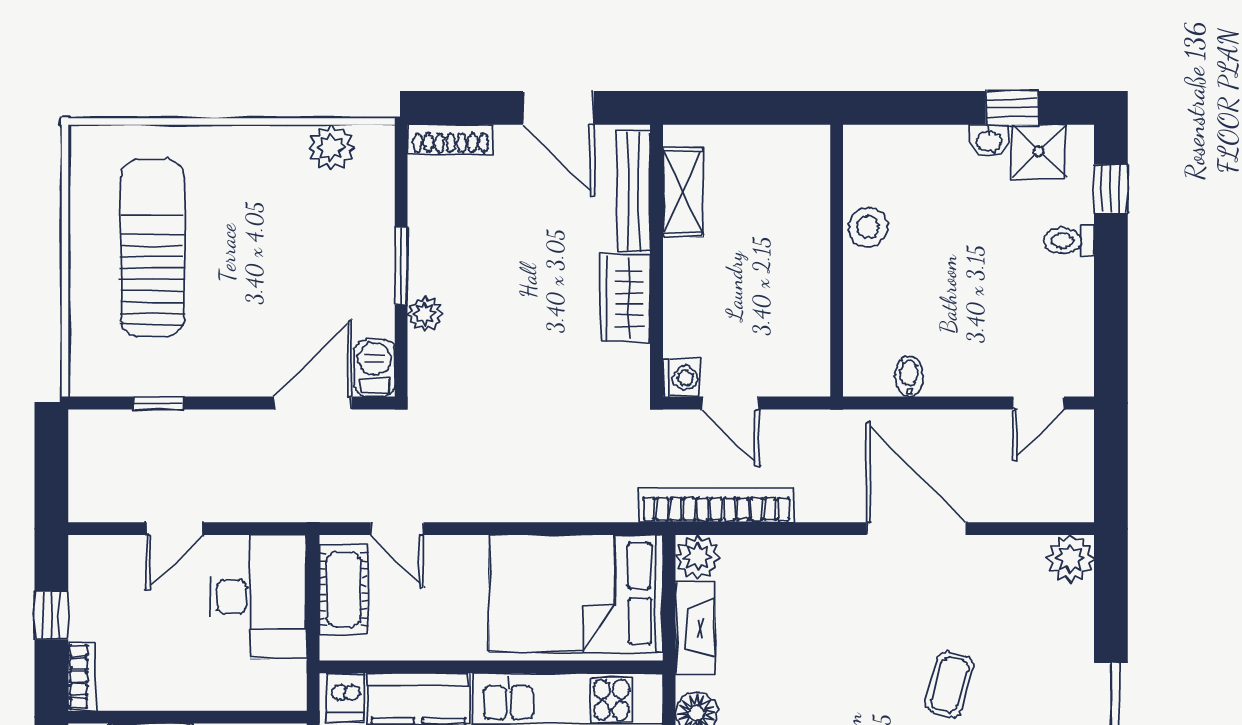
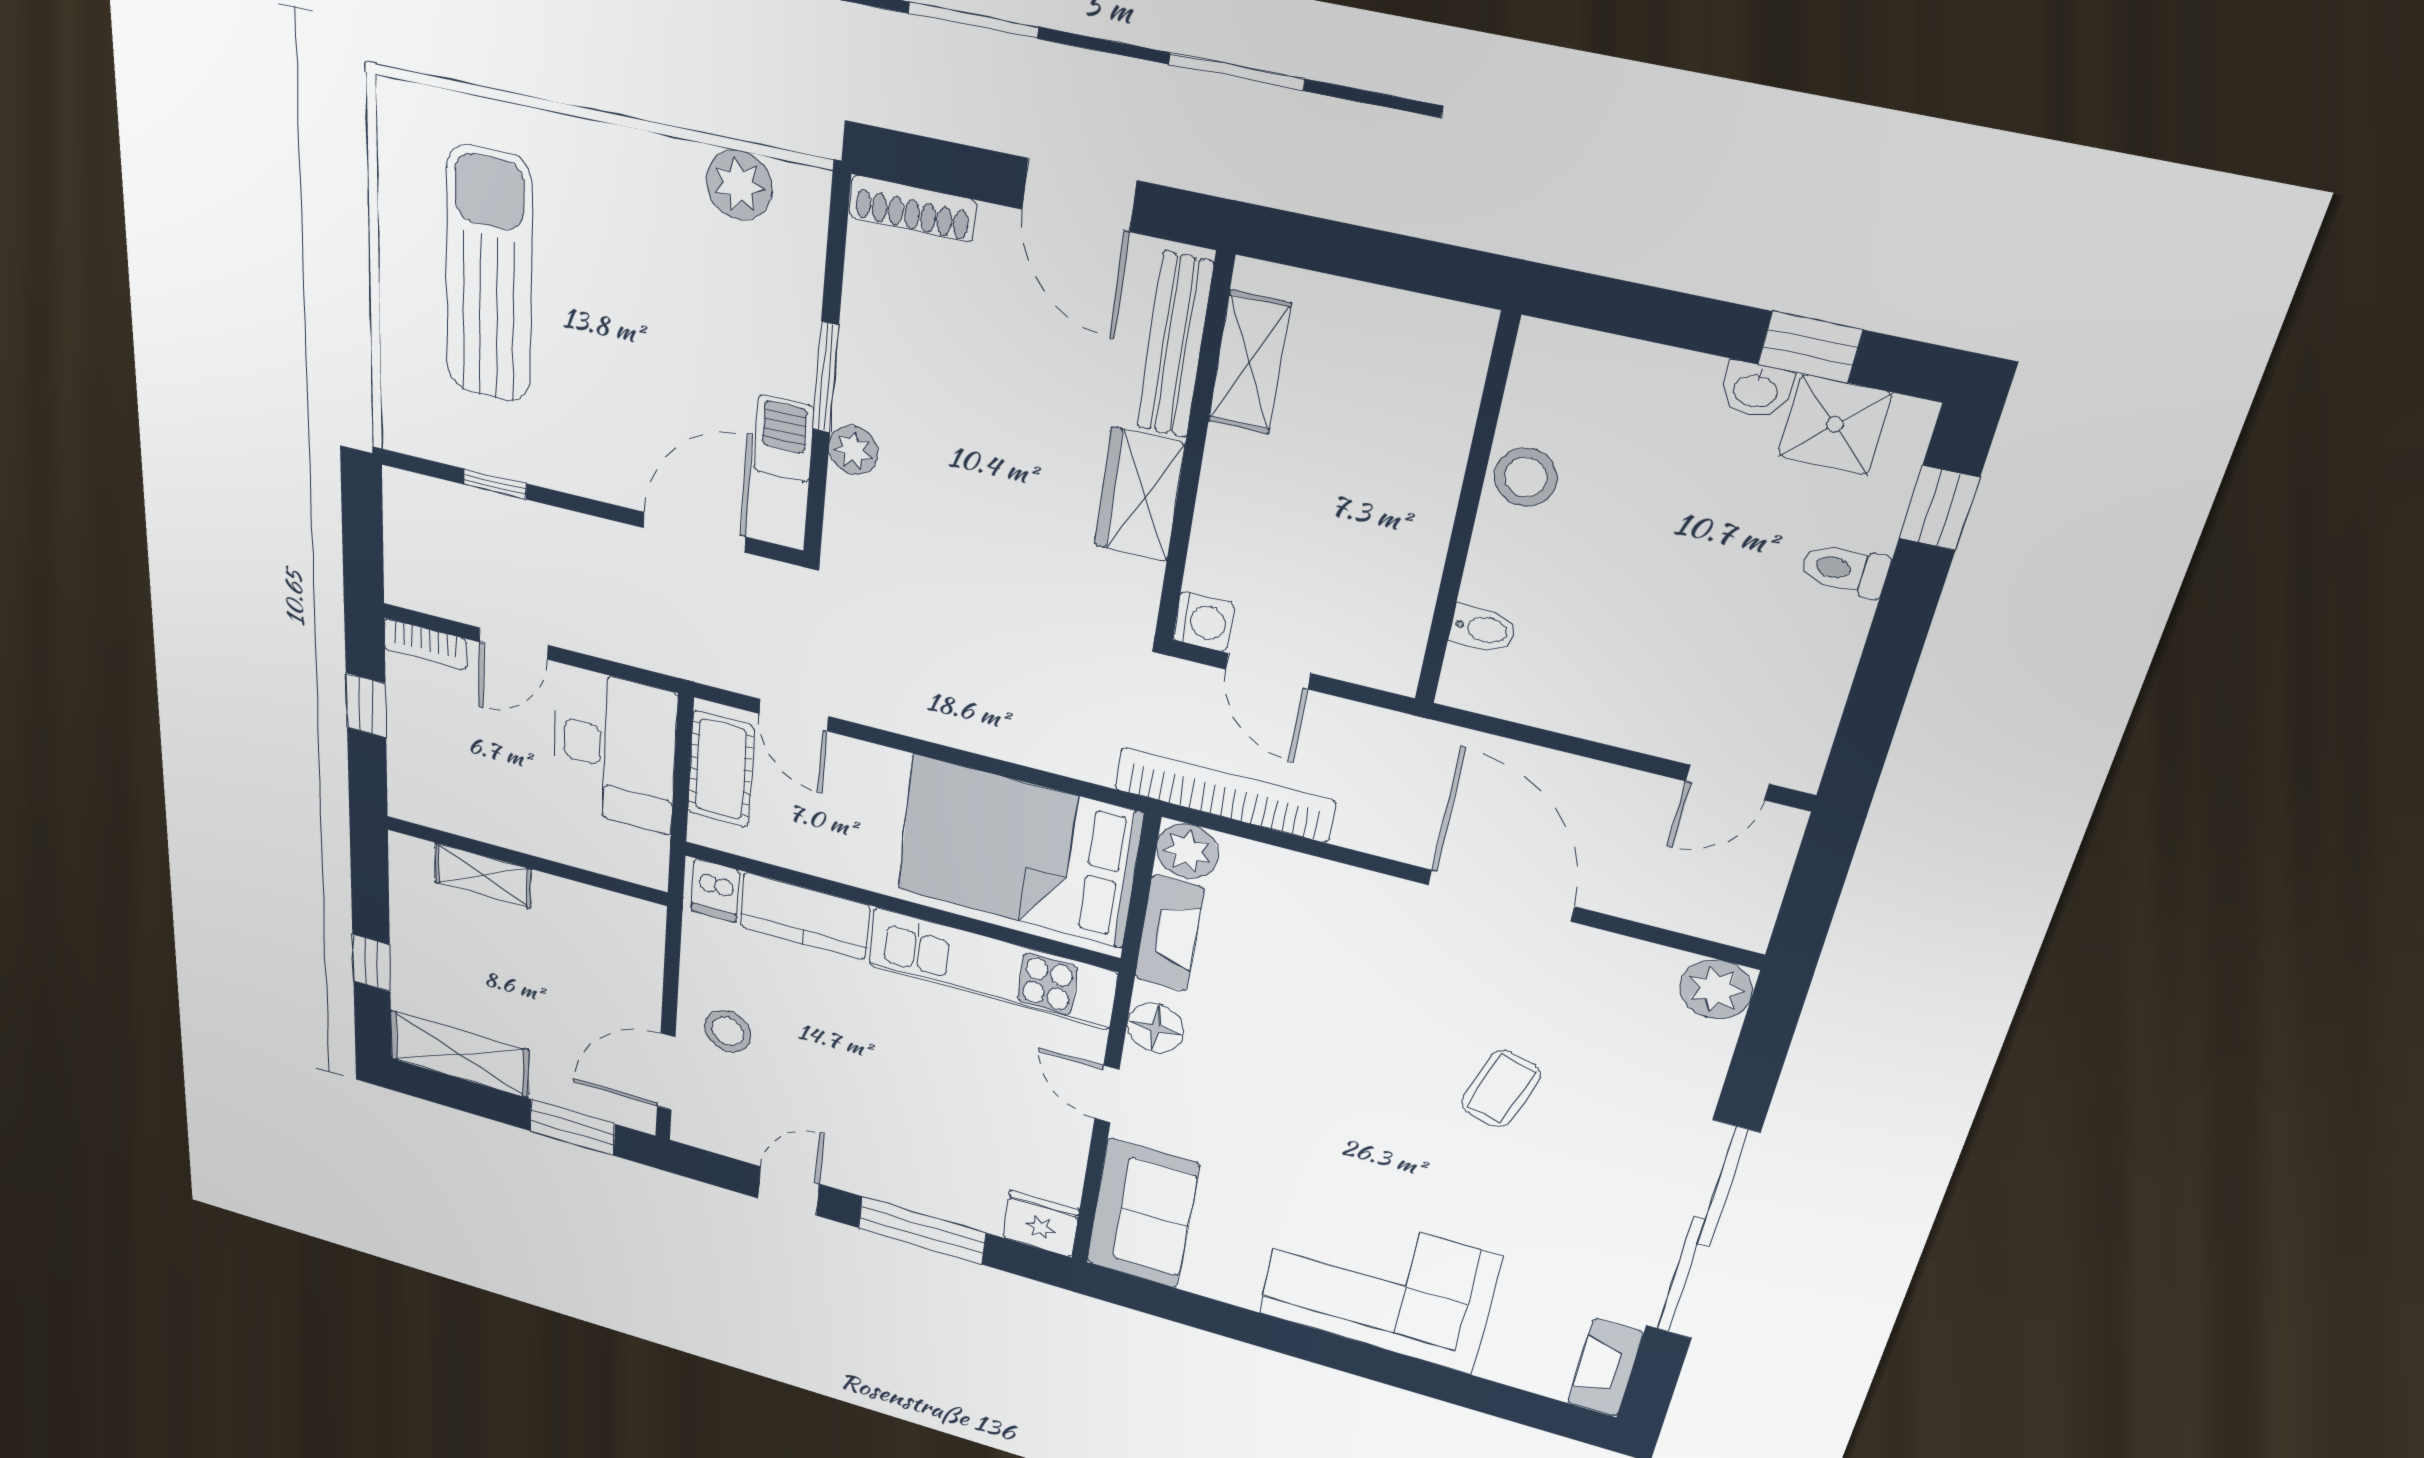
barbecue: (374, 368) -> (784, 439), moved
bidet: (909, 376) -> (1483, 629), moved, turned 90
bookcase: (82, 677) -> (425, 644), moved, turned 90

